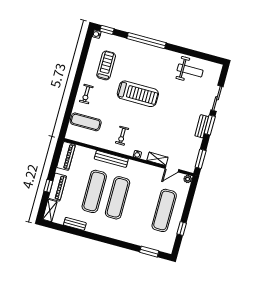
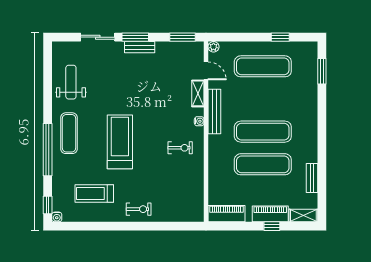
exercise mat: (86, 122) -> (69, 133), moved
bench: (111, 159) -> (214, 112), moved

